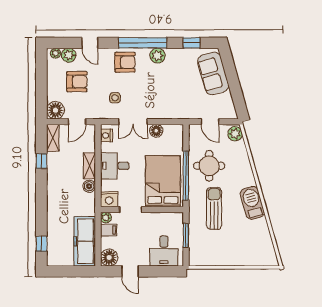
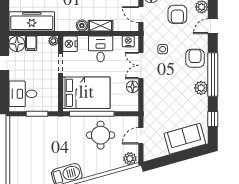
armchair: (125, 62) -> (195, 58), turned 180
sun lounger: (214, 208) -> (62, 140), removed
filing cabinet: (109, 230) -> (31, 43), moved

